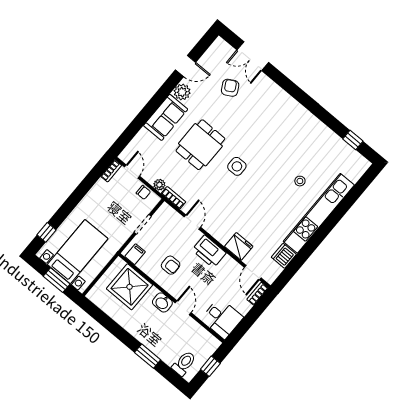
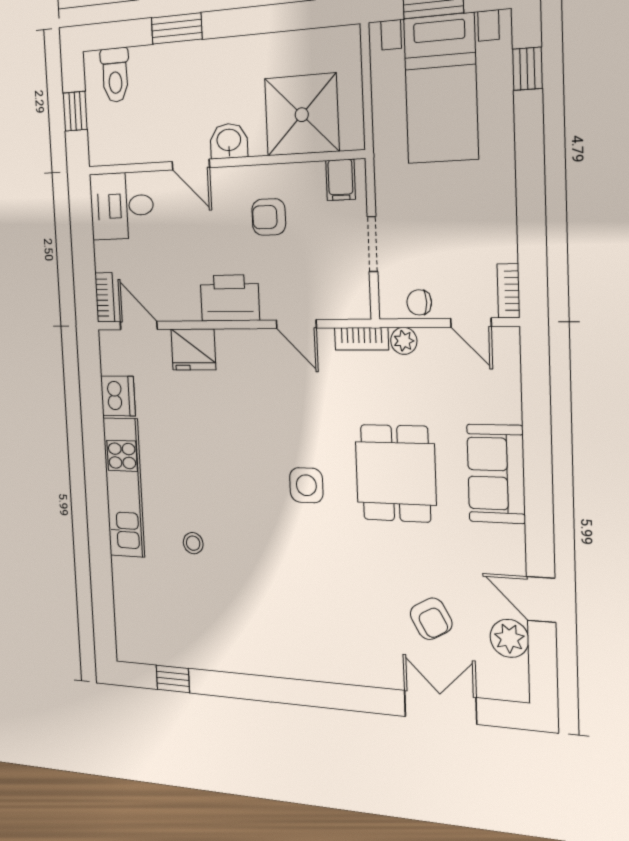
door: (186, 66) -> (541, 599), hinge flipped
plant: (182, 92) -> (509, 638), moved
kitchen unit: (319, 213) -> (124, 488), width x0.73

